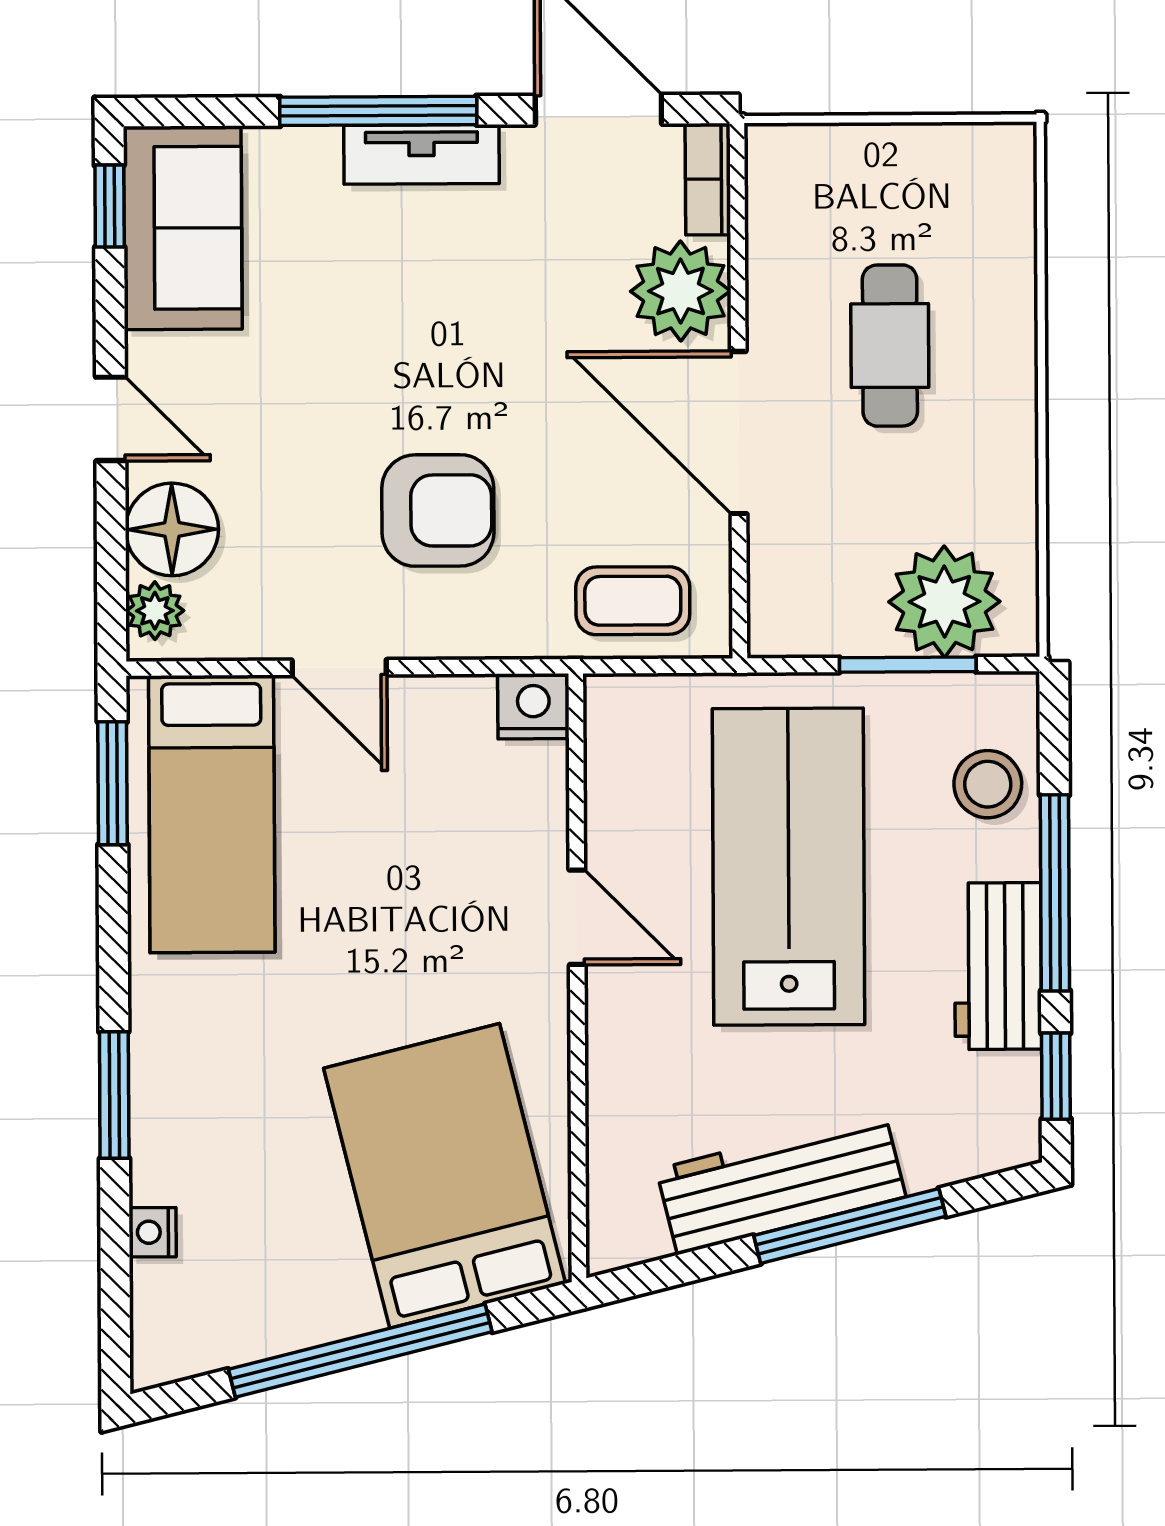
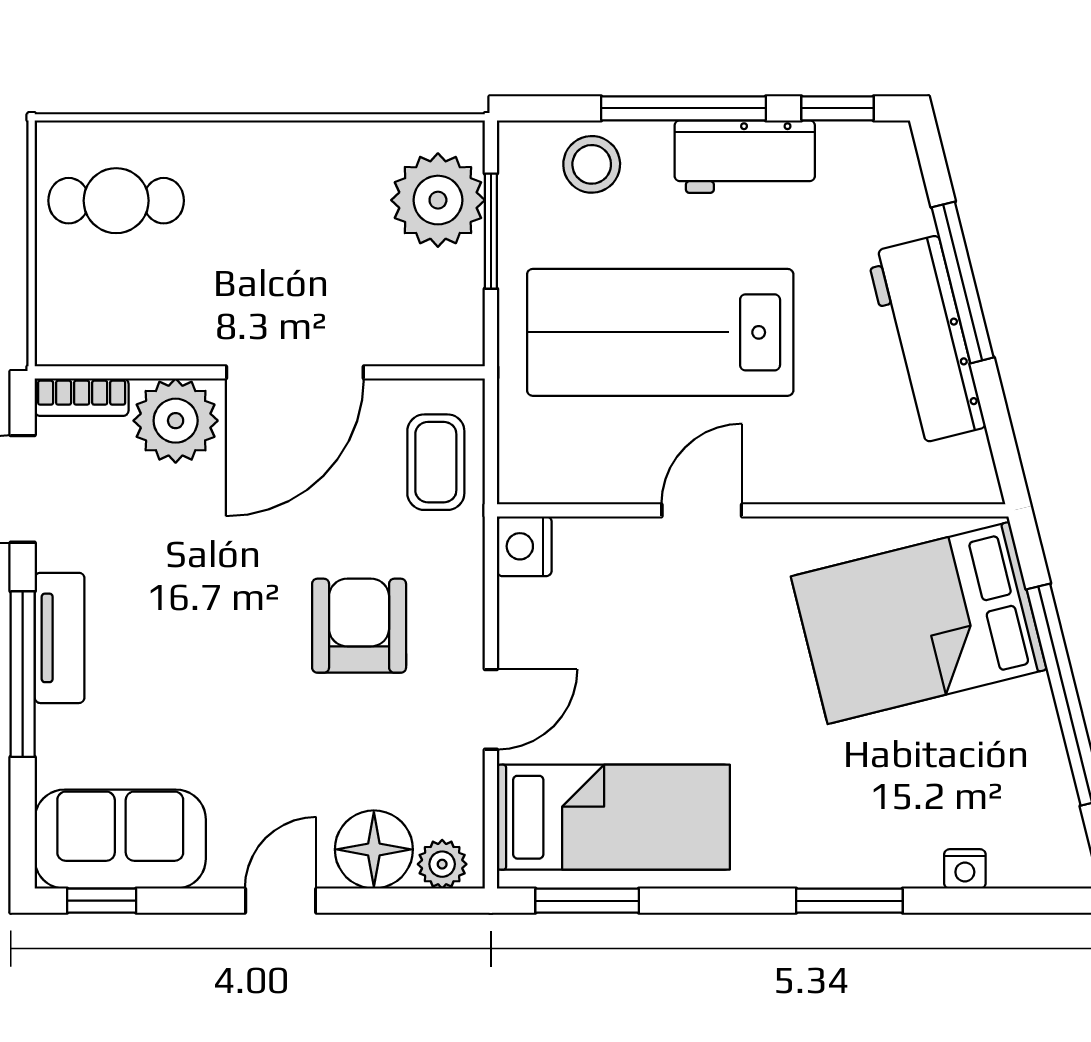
cafe table: (890, 346) -> (116, 201), moved

